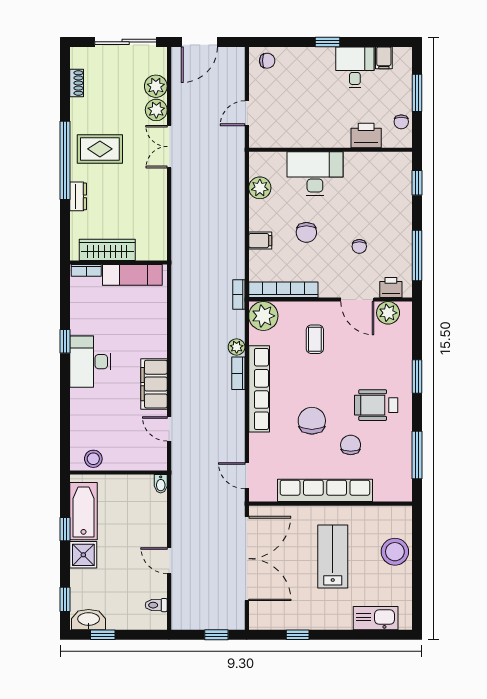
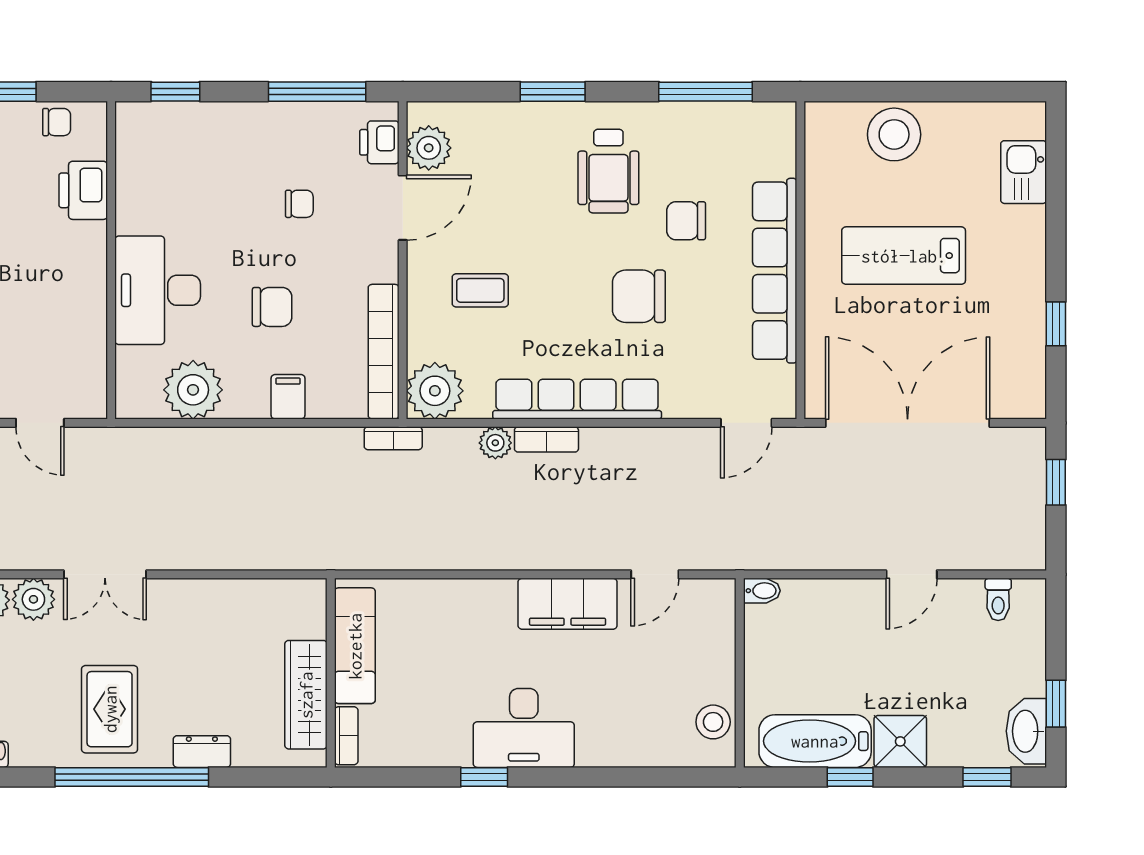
plant: (260, 188) -> (193, 390), width x1.36, depth x1.36
kitchen sink: (376, 618) -> (1024, 172), width x0.73

